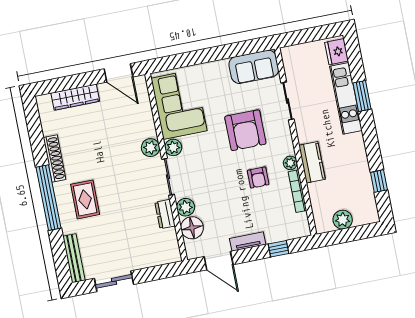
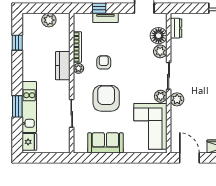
sofa: (254, 67) -> (105, 143), moved
dresser: (165, 214) -> (176, 28), moved
tv unit: (248, 241) -> (105, 18), moved

